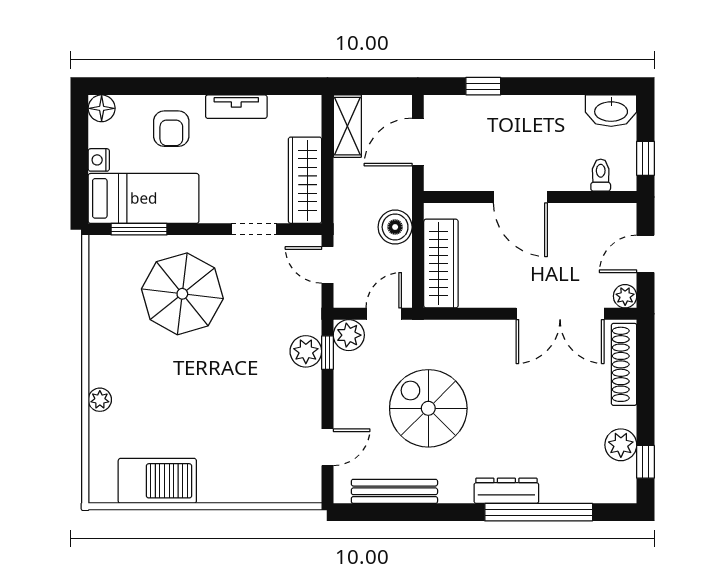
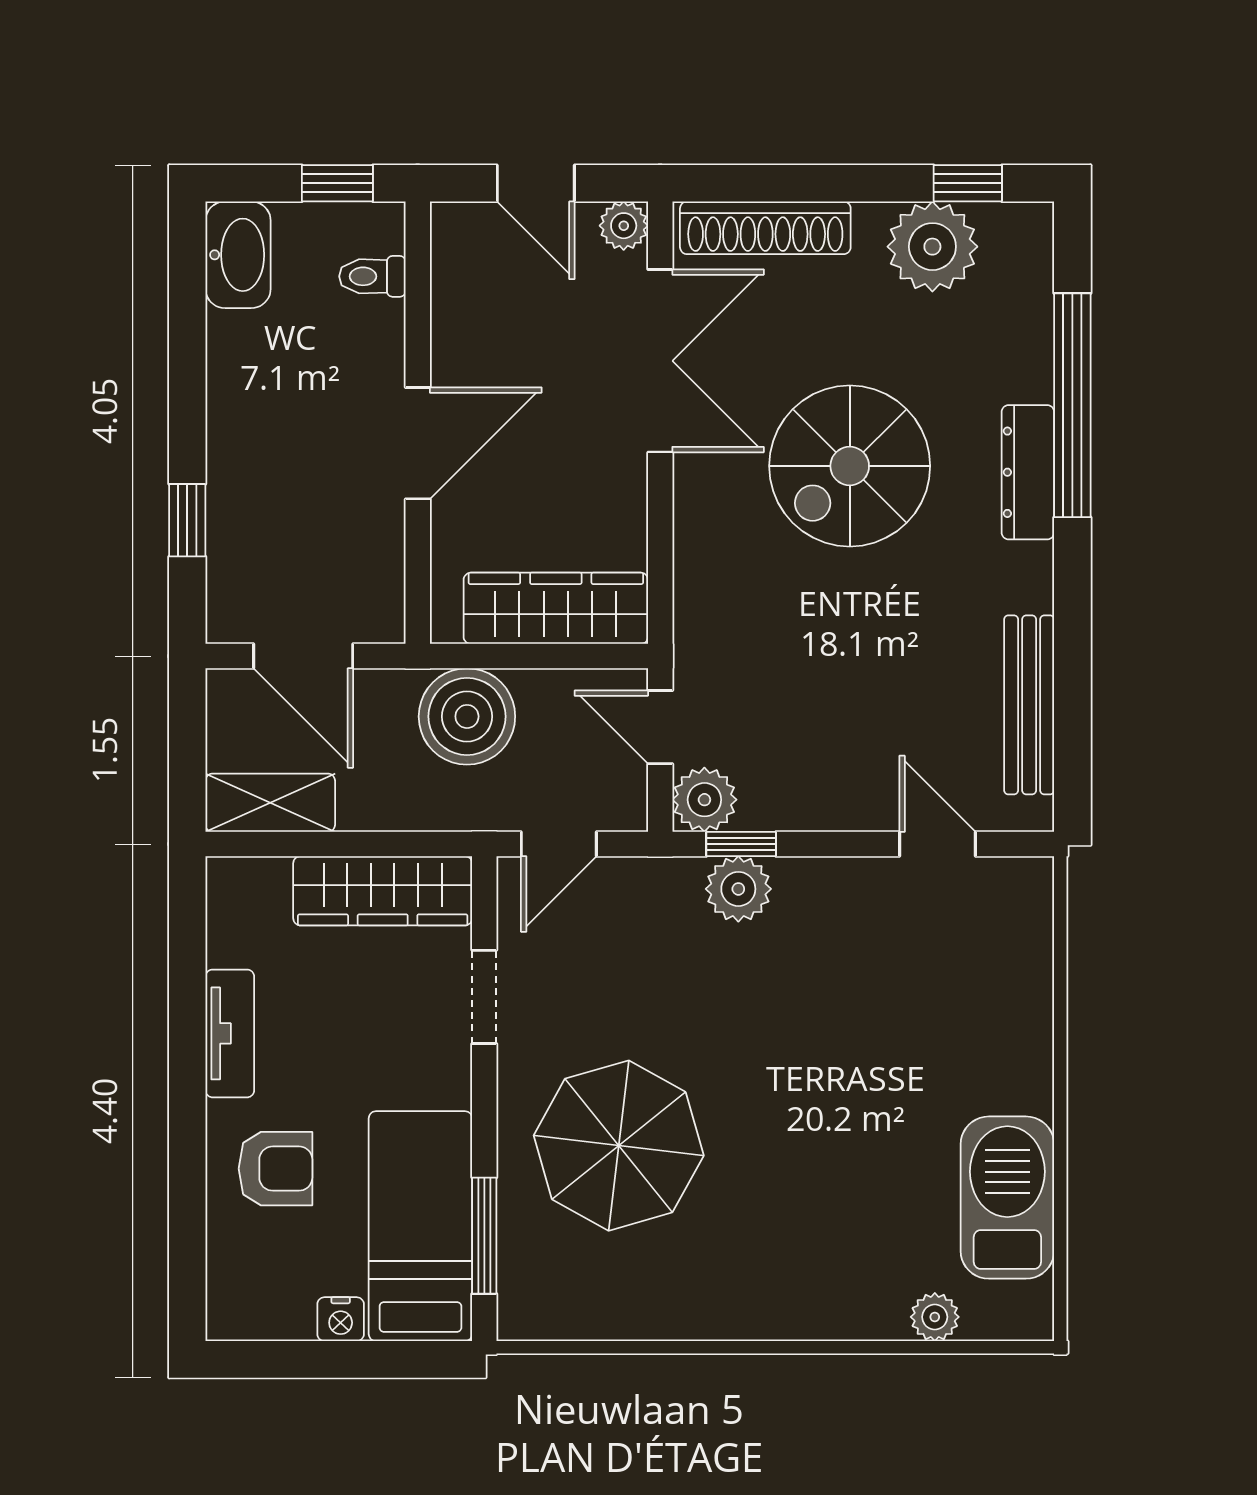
floor lamp: (102, 108) -> (233, 1313), removed
boiler: (395, 227) -> (467, 716), width x1.37, depth x1.37
plant: (100, 400) -> (935, 1317), moved
spiral stairs: (428, 408) -> (850, 466), moved
plant: (621, 445) -> (932, 247), width x1.36, depth x1.36

